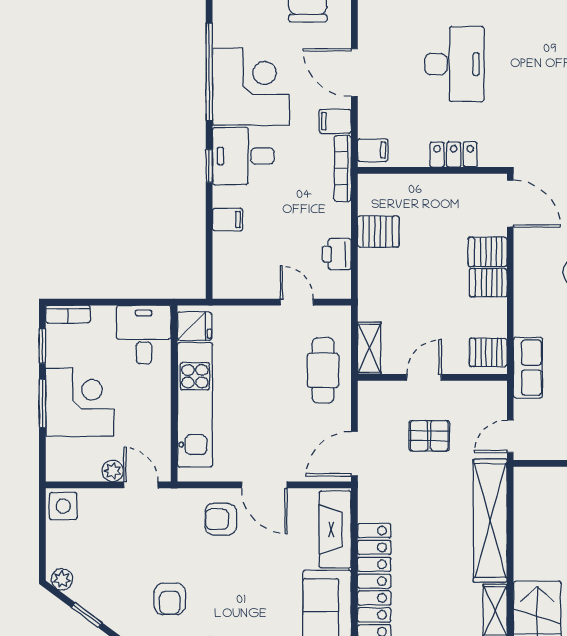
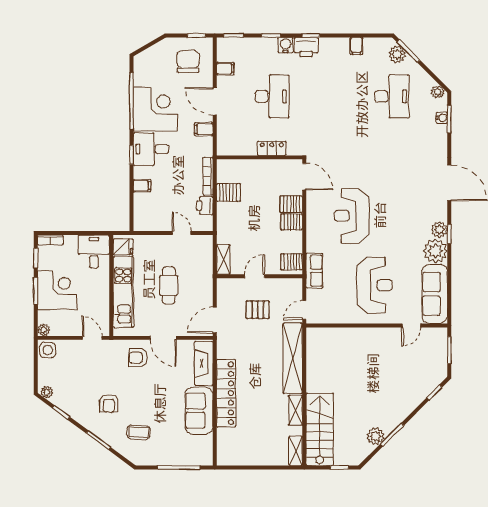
filing cabinet: (373, 150) -> (225, 69), moved
bookcase: (343, 168) -> (208, 176), moved
cafe table: (323, 370) -> (169, 285), moved
plant: (113, 471) -> (44, 330), moved

